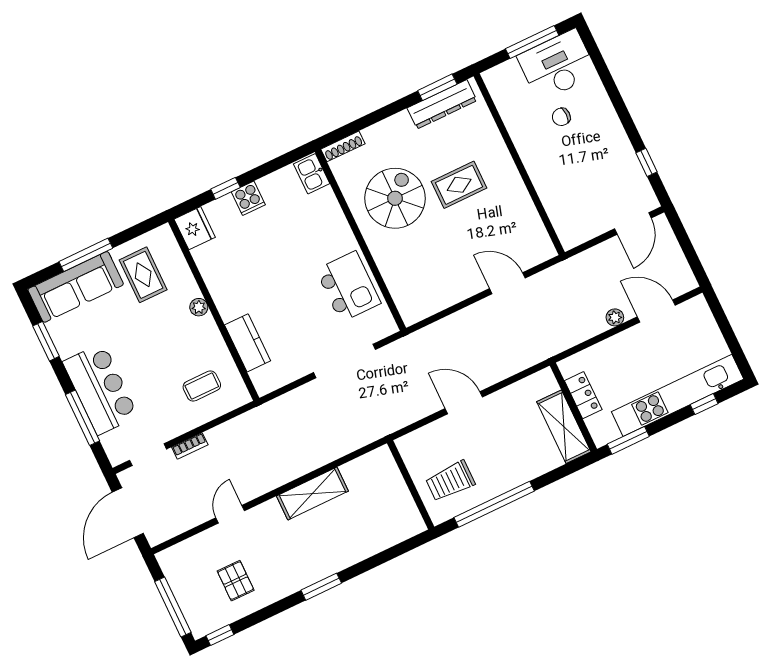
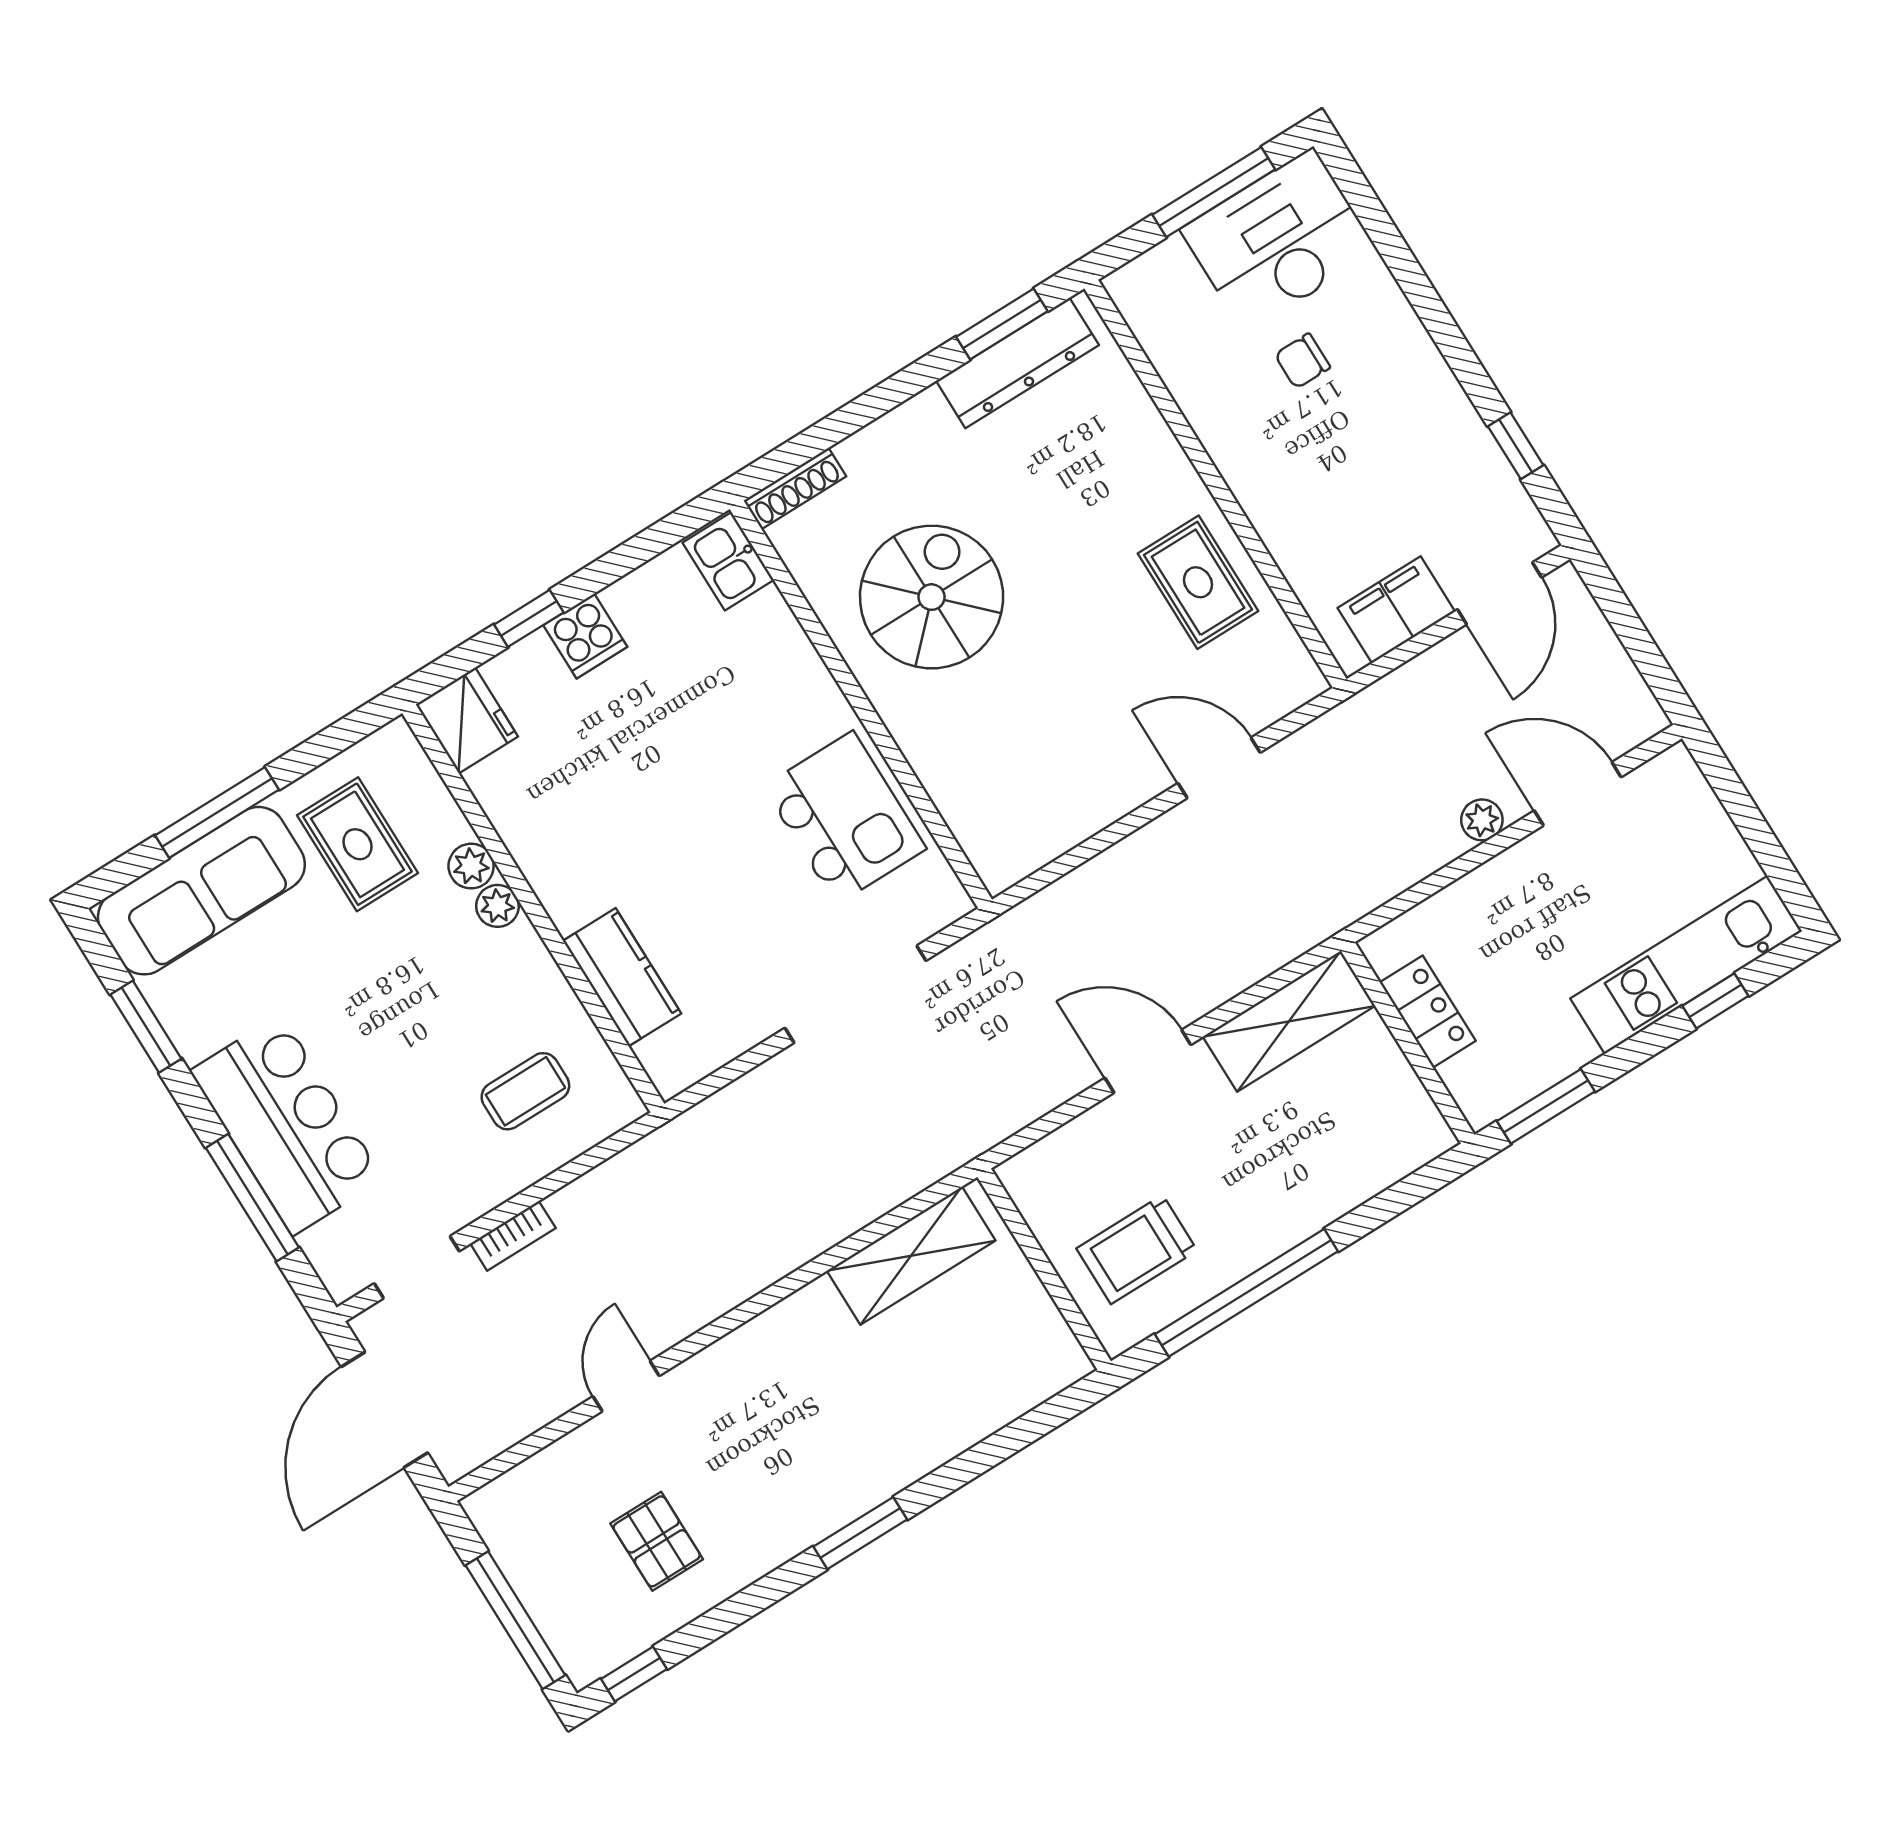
rug: (459, 185) -> (1198, 582), moved, turned 90
filing cabinet: (589, 225) -> (1396, 610), added
plant: (190, 289) -> (471, 866), added
kitchen unit: (678, 395) -> (1686, 965), width x0.73
shelving: (564, 427) -> (1289, 1021), moved, turned 90
shelving: (312, 494) -> (911, 1256), moved

